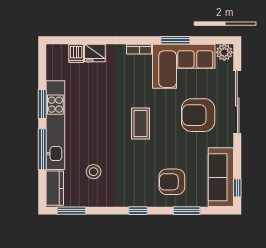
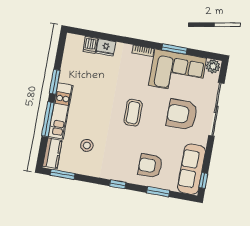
kitchen unit: (55, 125) -> (60, 111), width x0.73

